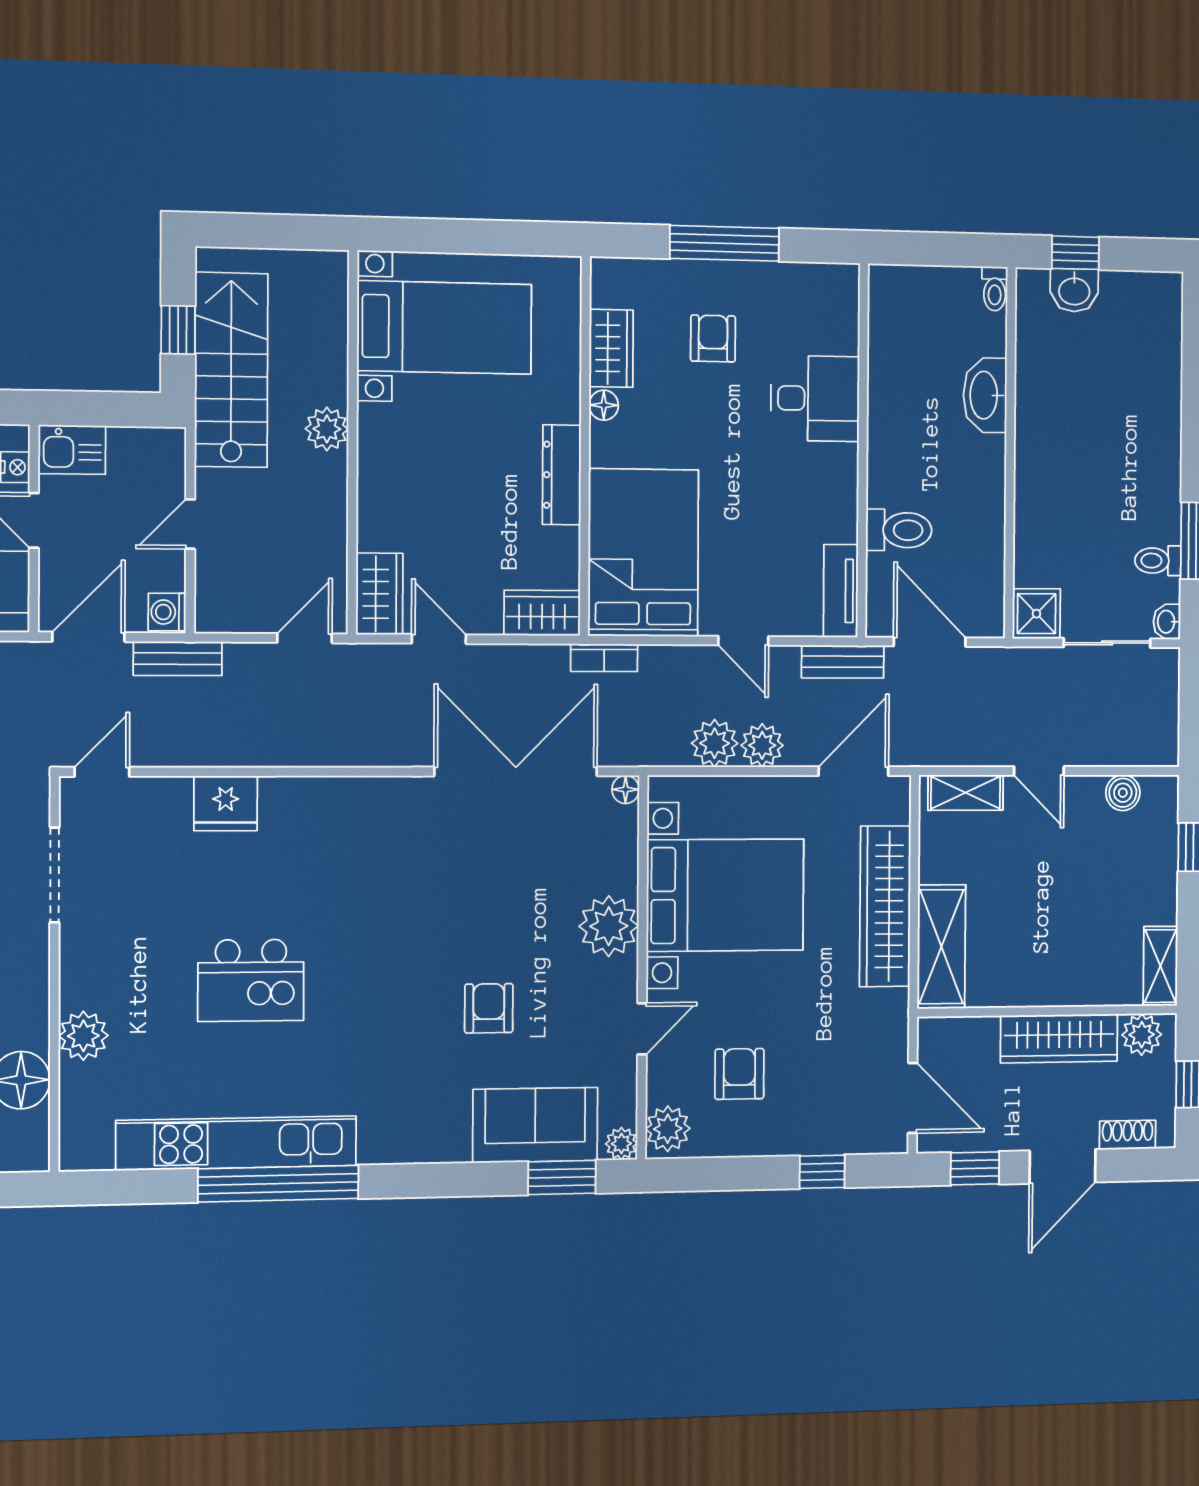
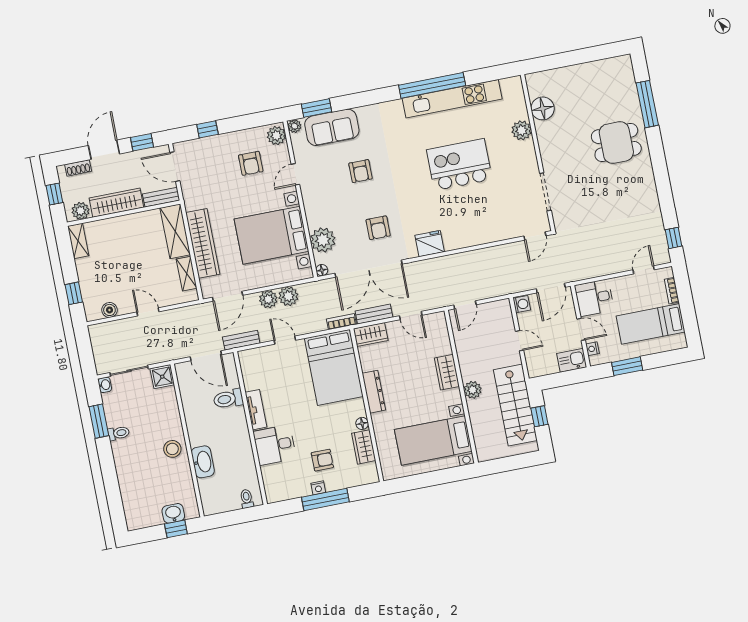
nightstand: (735, 275) -> (318, 488), added
toilet: (995, 289) -> (247, 499), moved
armchair: (713, 338) -> (322, 460), turned -90
stool: (1047, 440) -> (172, 449), added
door: (190, 524) -> (519, 341), hinge flipped
toilet: (1158, 561) -> (119, 433), moved
tv unit: (841, 591) -> (256, 410), moved
wardrobe: (379, 594) -> (447, 372), moved
bench: (178, 659) -> (374, 314), moved
shelving: (966, 793) -> (187, 274), moved, turned 90
fridge: (226, 803) -> (430, 244), moved
armchair: (474, 865) -> (378, 228), added
plant: (609, 926) -> (323, 240), moved
kitchen island: (251, 980) -> (459, 165), width x1.37, depth x1.28
bench: (957, 1032) -> (161, 197), added

